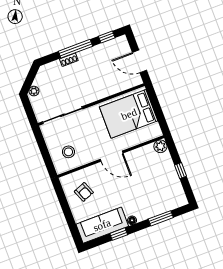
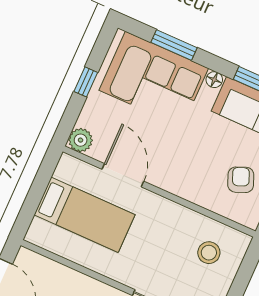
bed: (129, 114) -> (85, 215), width x0.67
door: (112, 156) -> (123, 175), moved
corner sofa: (155, 197) -> (154, 79), added

